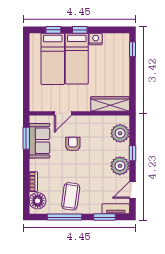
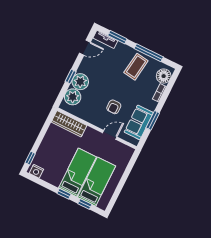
nightstand: (96, 39) -> (36, 171), moved
window: (26, 138) -> (153, 120), moved
plant: (120, 166) -> (80, 82), moved

